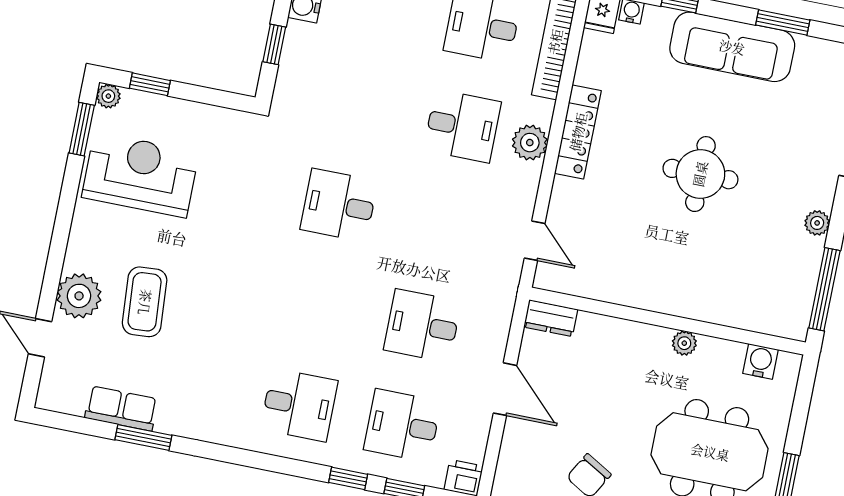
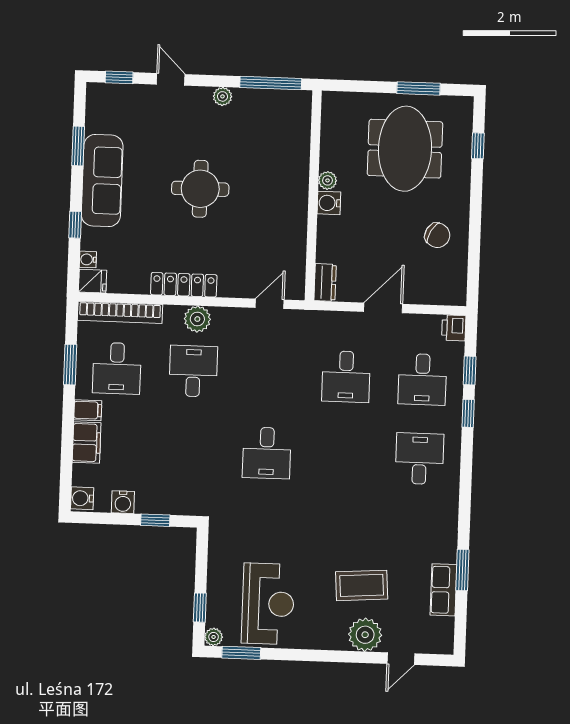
reception desk: (140, 175) -> (268, 604), turned 180
water cooler: (760, 361) -> (329, 203), moved

